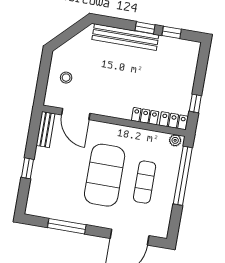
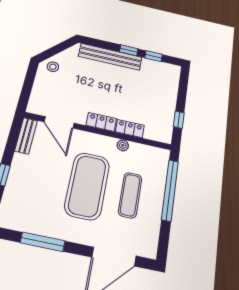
stool: (66, 78) -> (53, 67), moved
locker: (173, 121) -> (101, 122), moved
plant: (175, 140) -> (123, 145), moved

